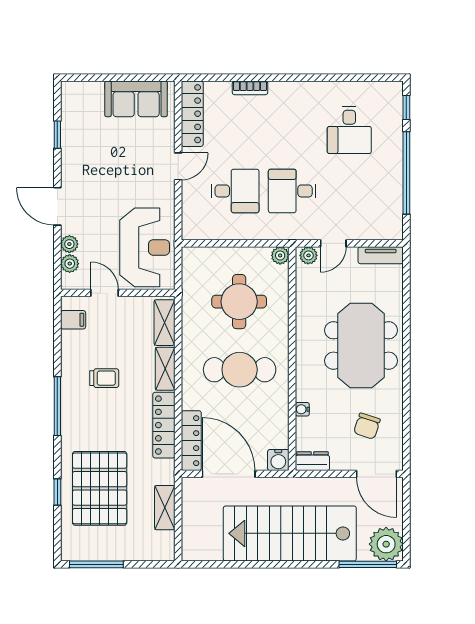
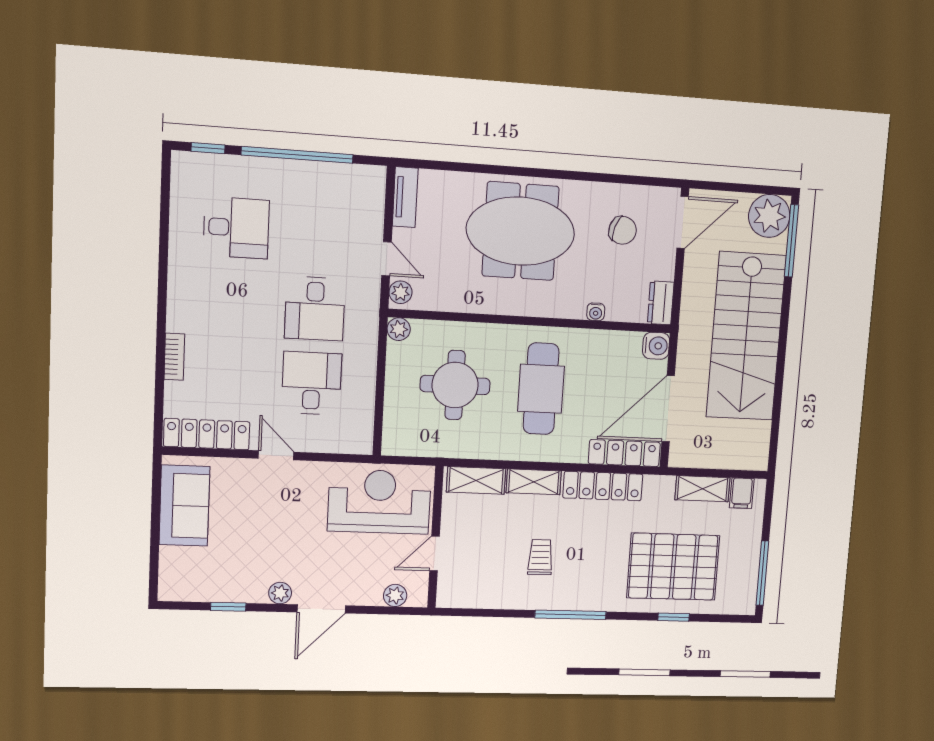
plant: (69, 244) -> (280, 593), moved
filing cabinet: (73, 320) -> (742, 493), moved, turned 180

